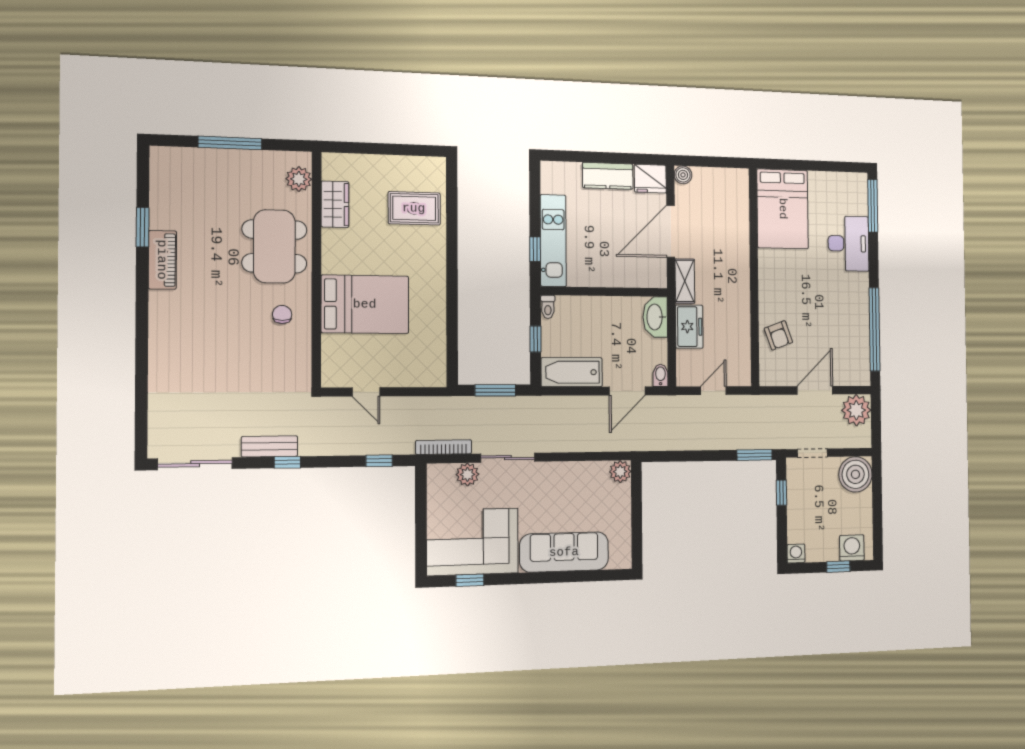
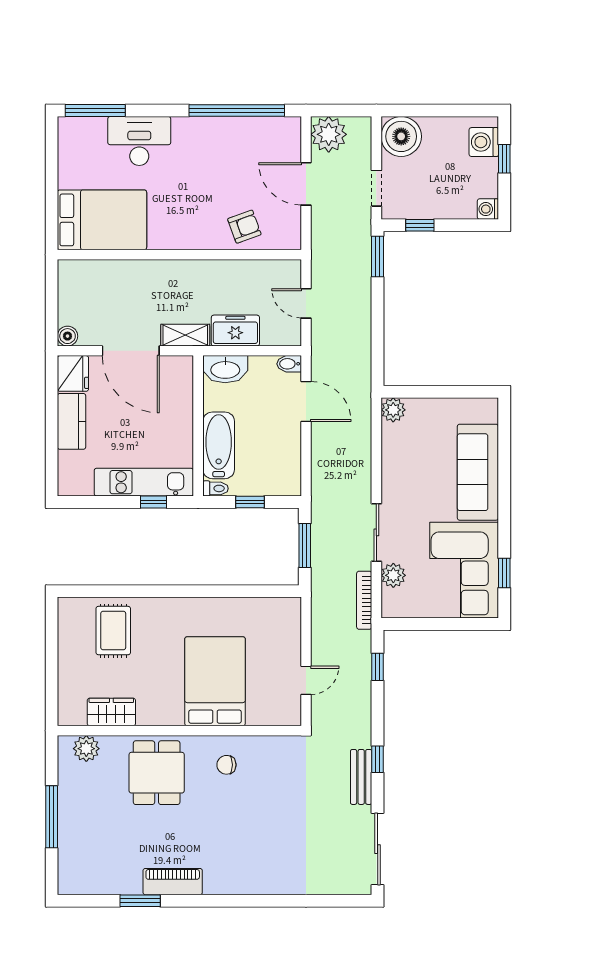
dining table: (274, 246) -> (157, 773), width x0.73
bathtub: (572, 372) -> (219, 445), moved, turned 180

